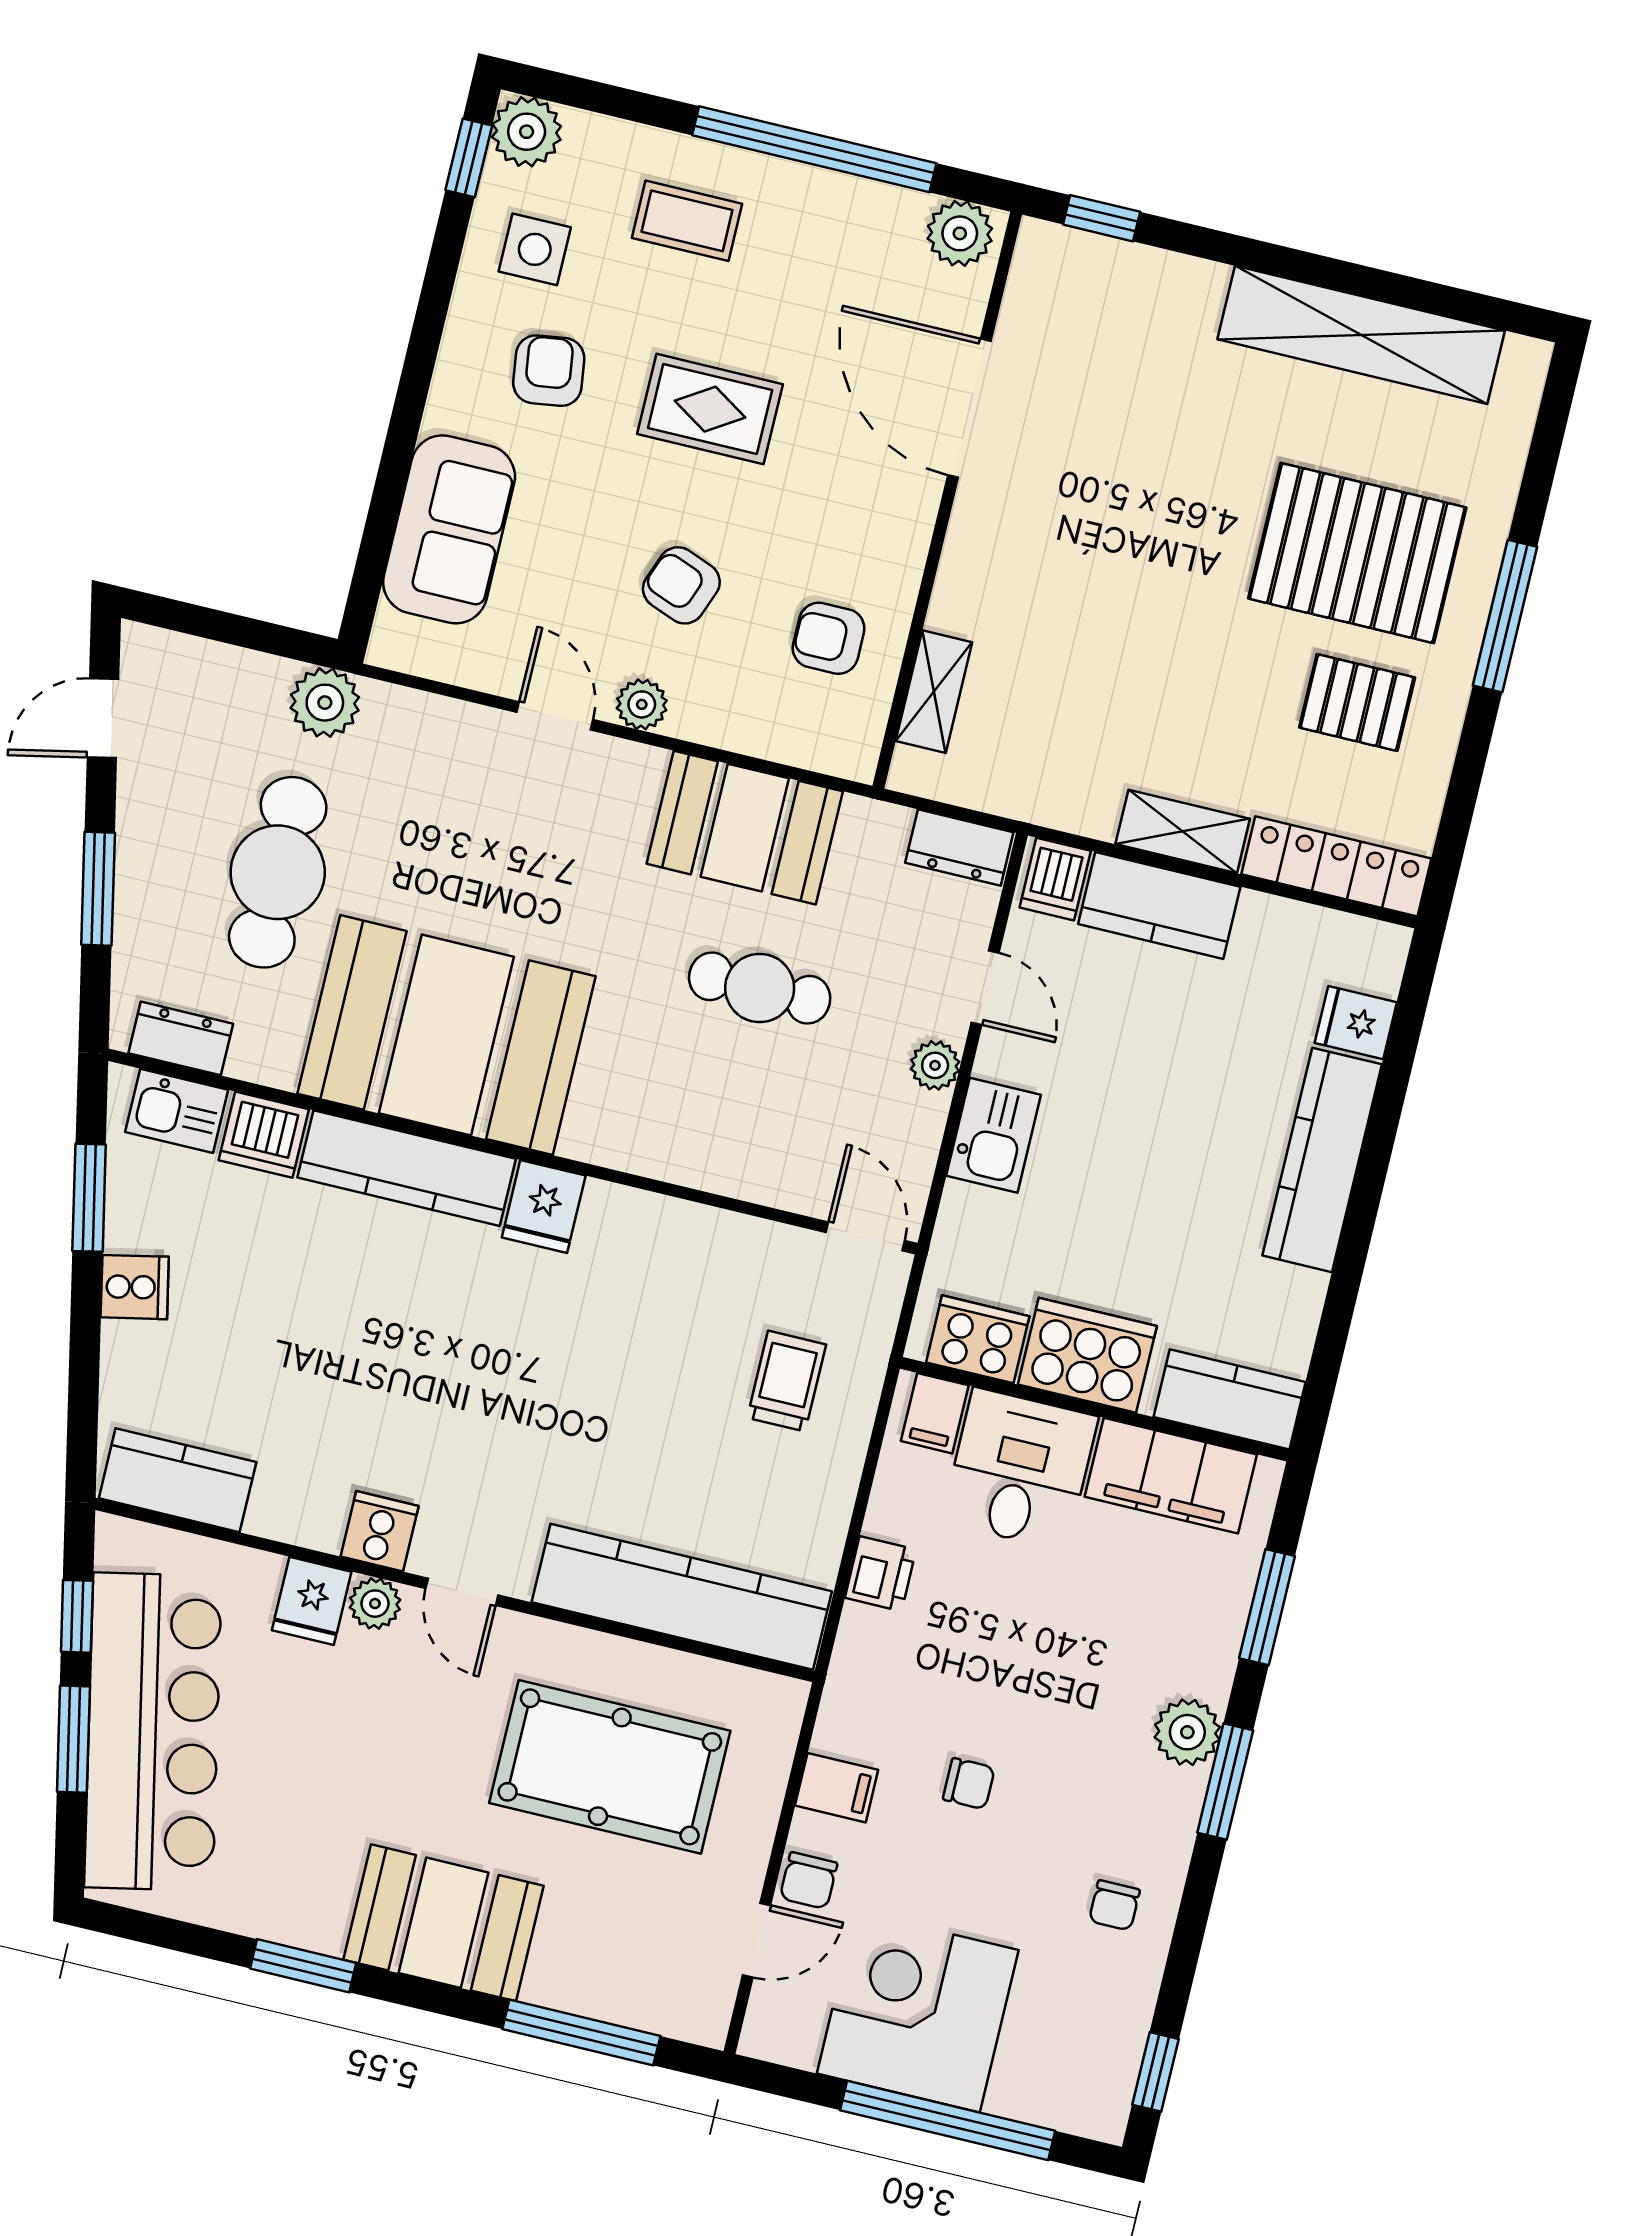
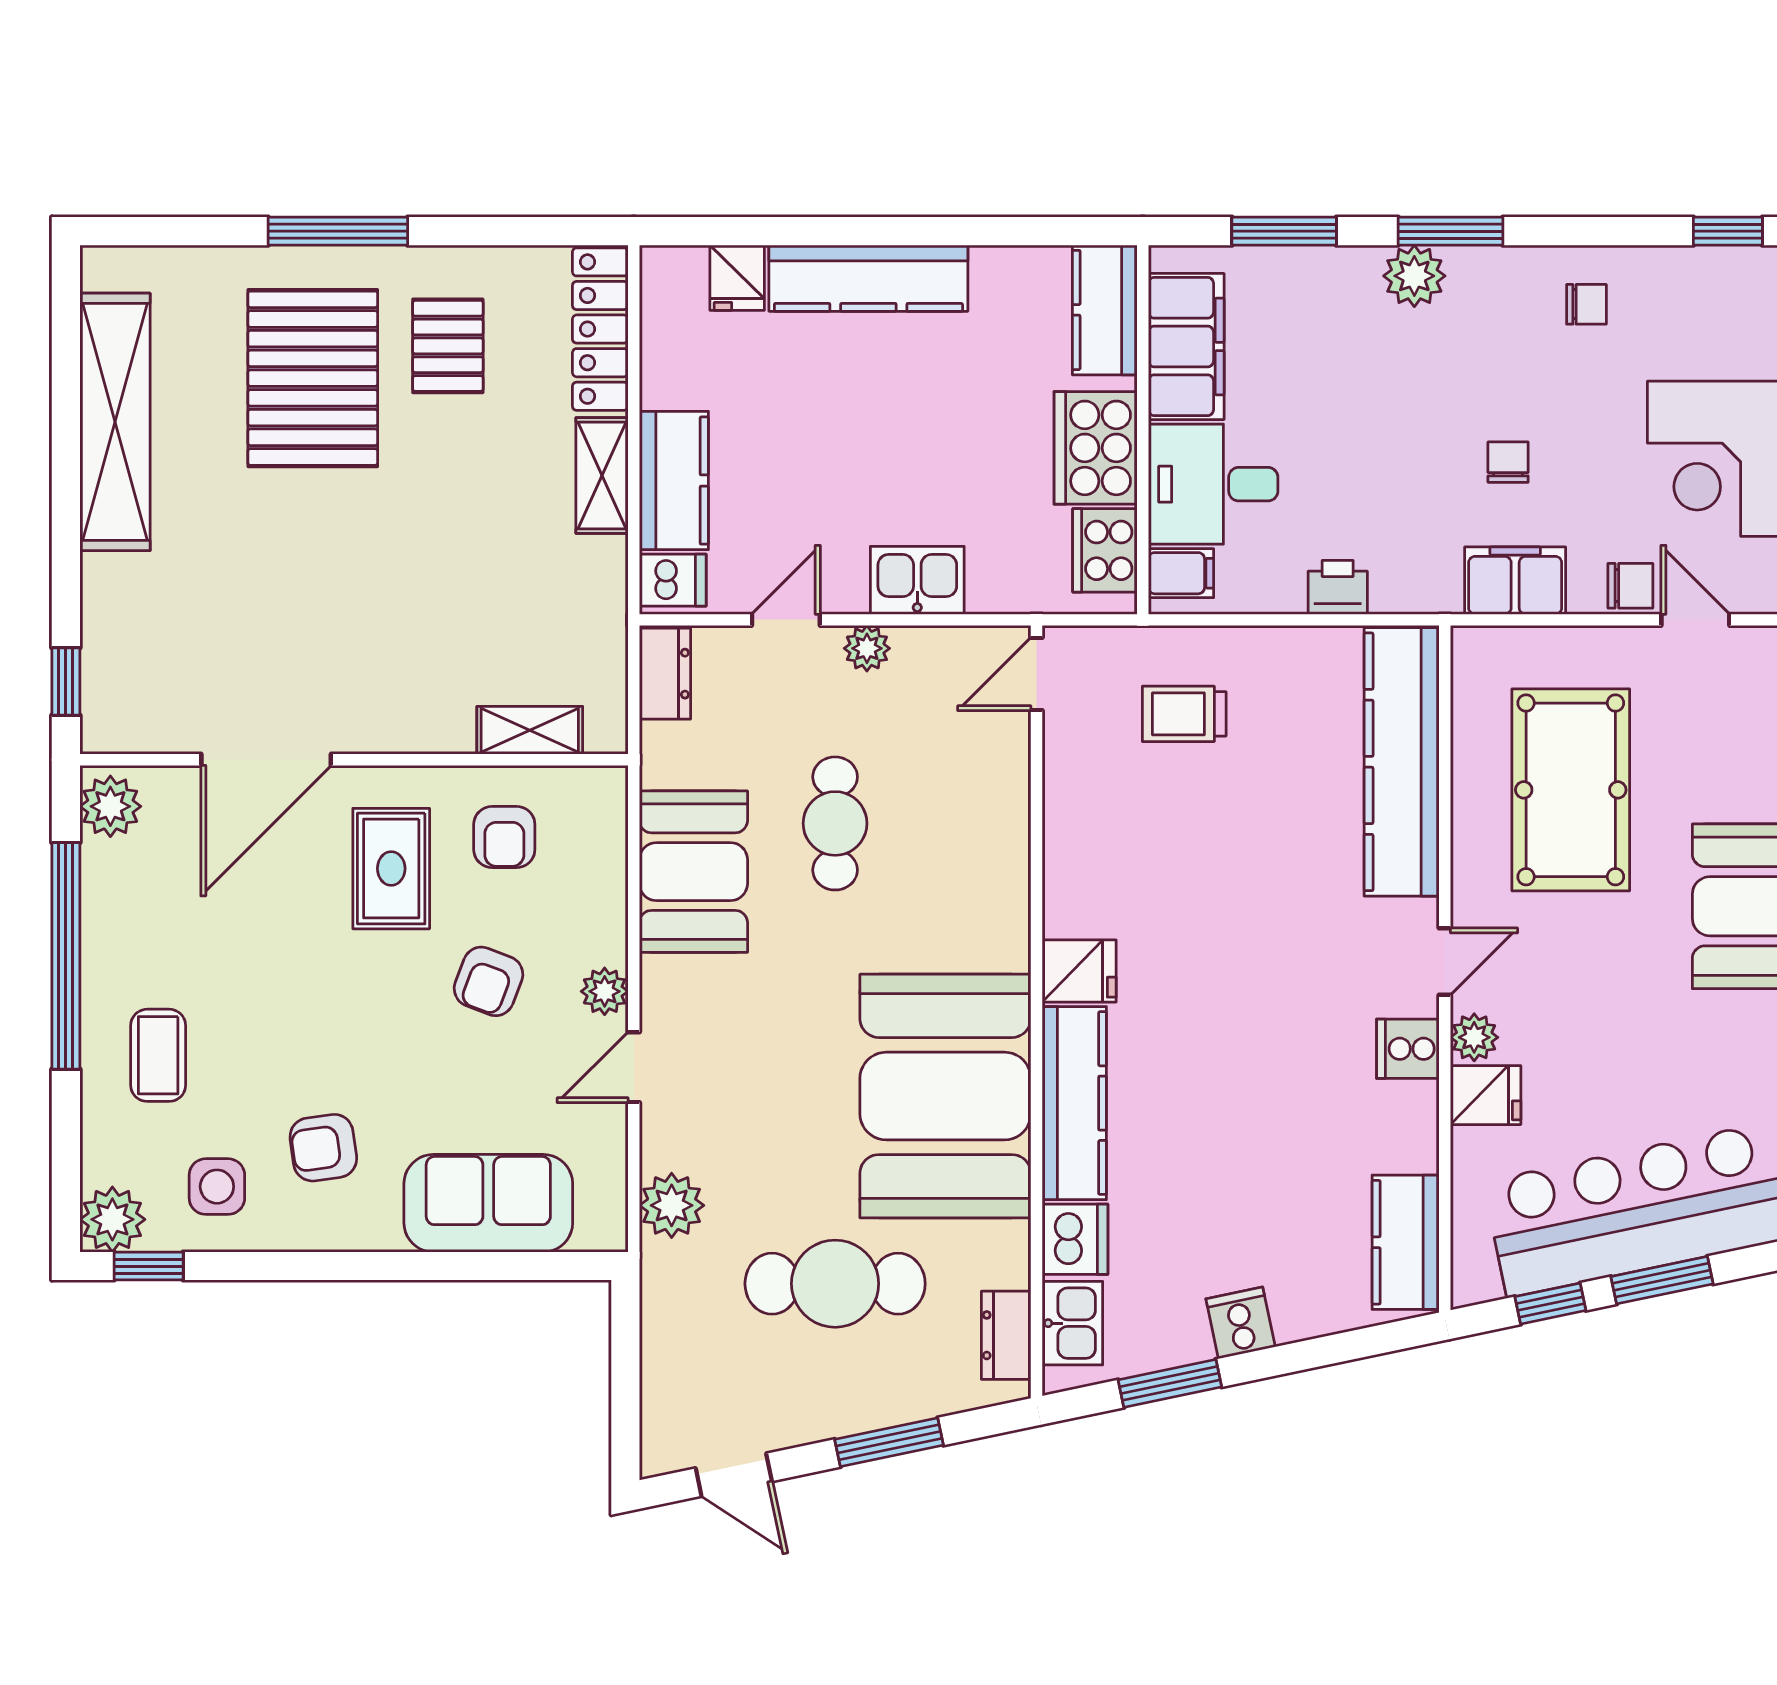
rug: (710, 409) -> (391, 869), moved
plant: (325, 703) -> (672, 1205), moved
filing cabinet: (837, 1788) -> (1515, 581), width x2.00

